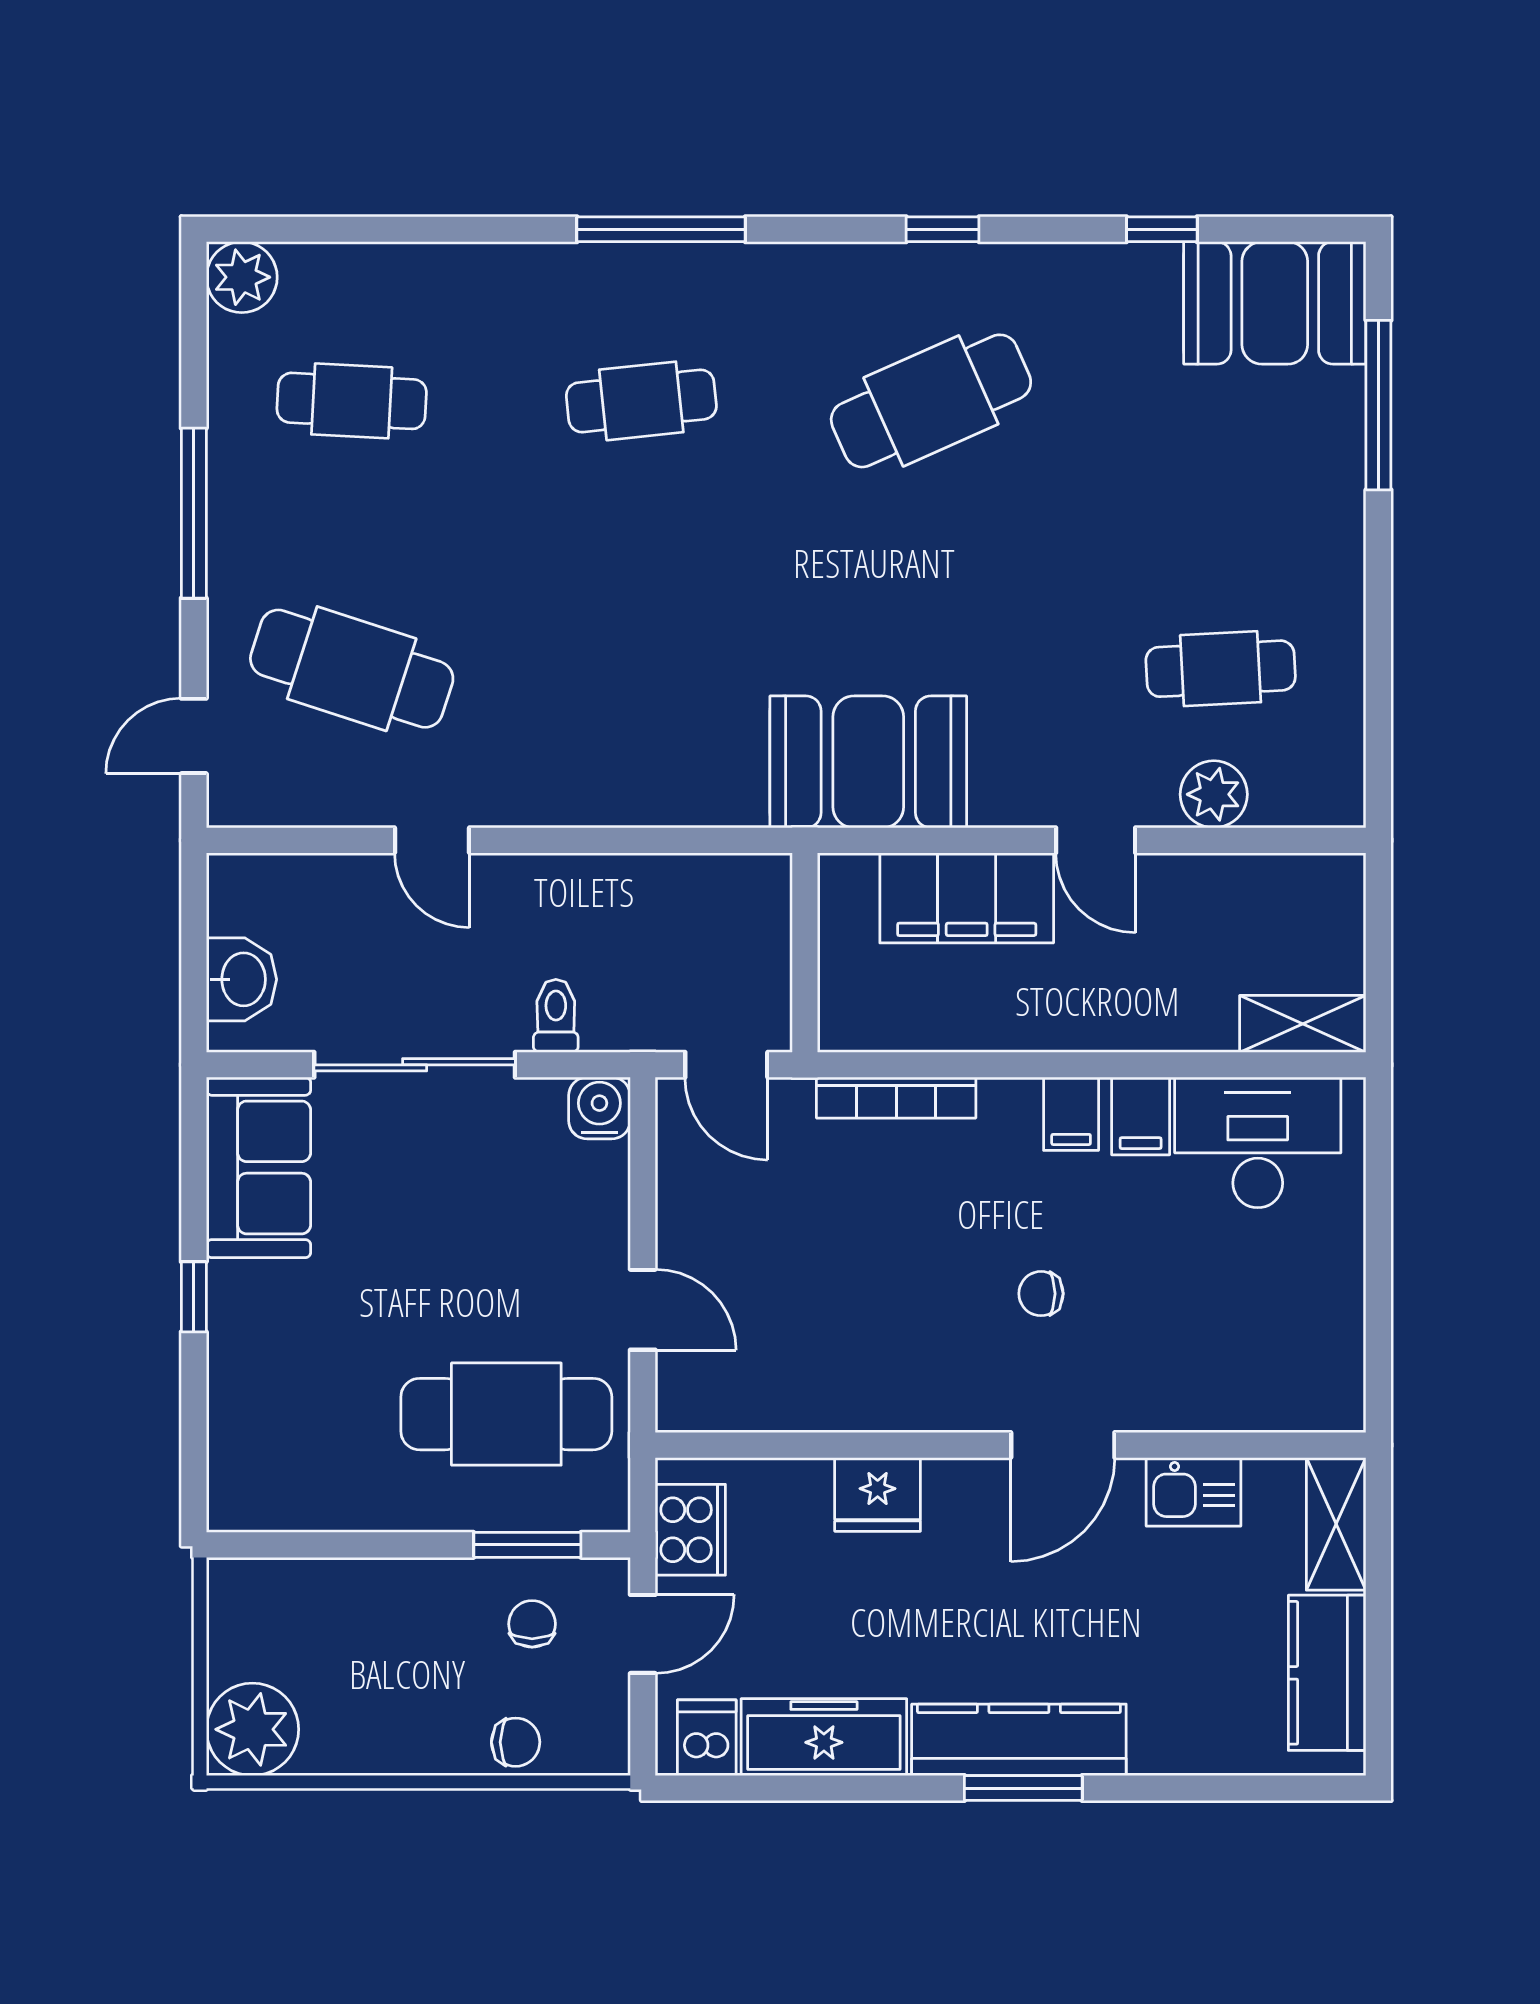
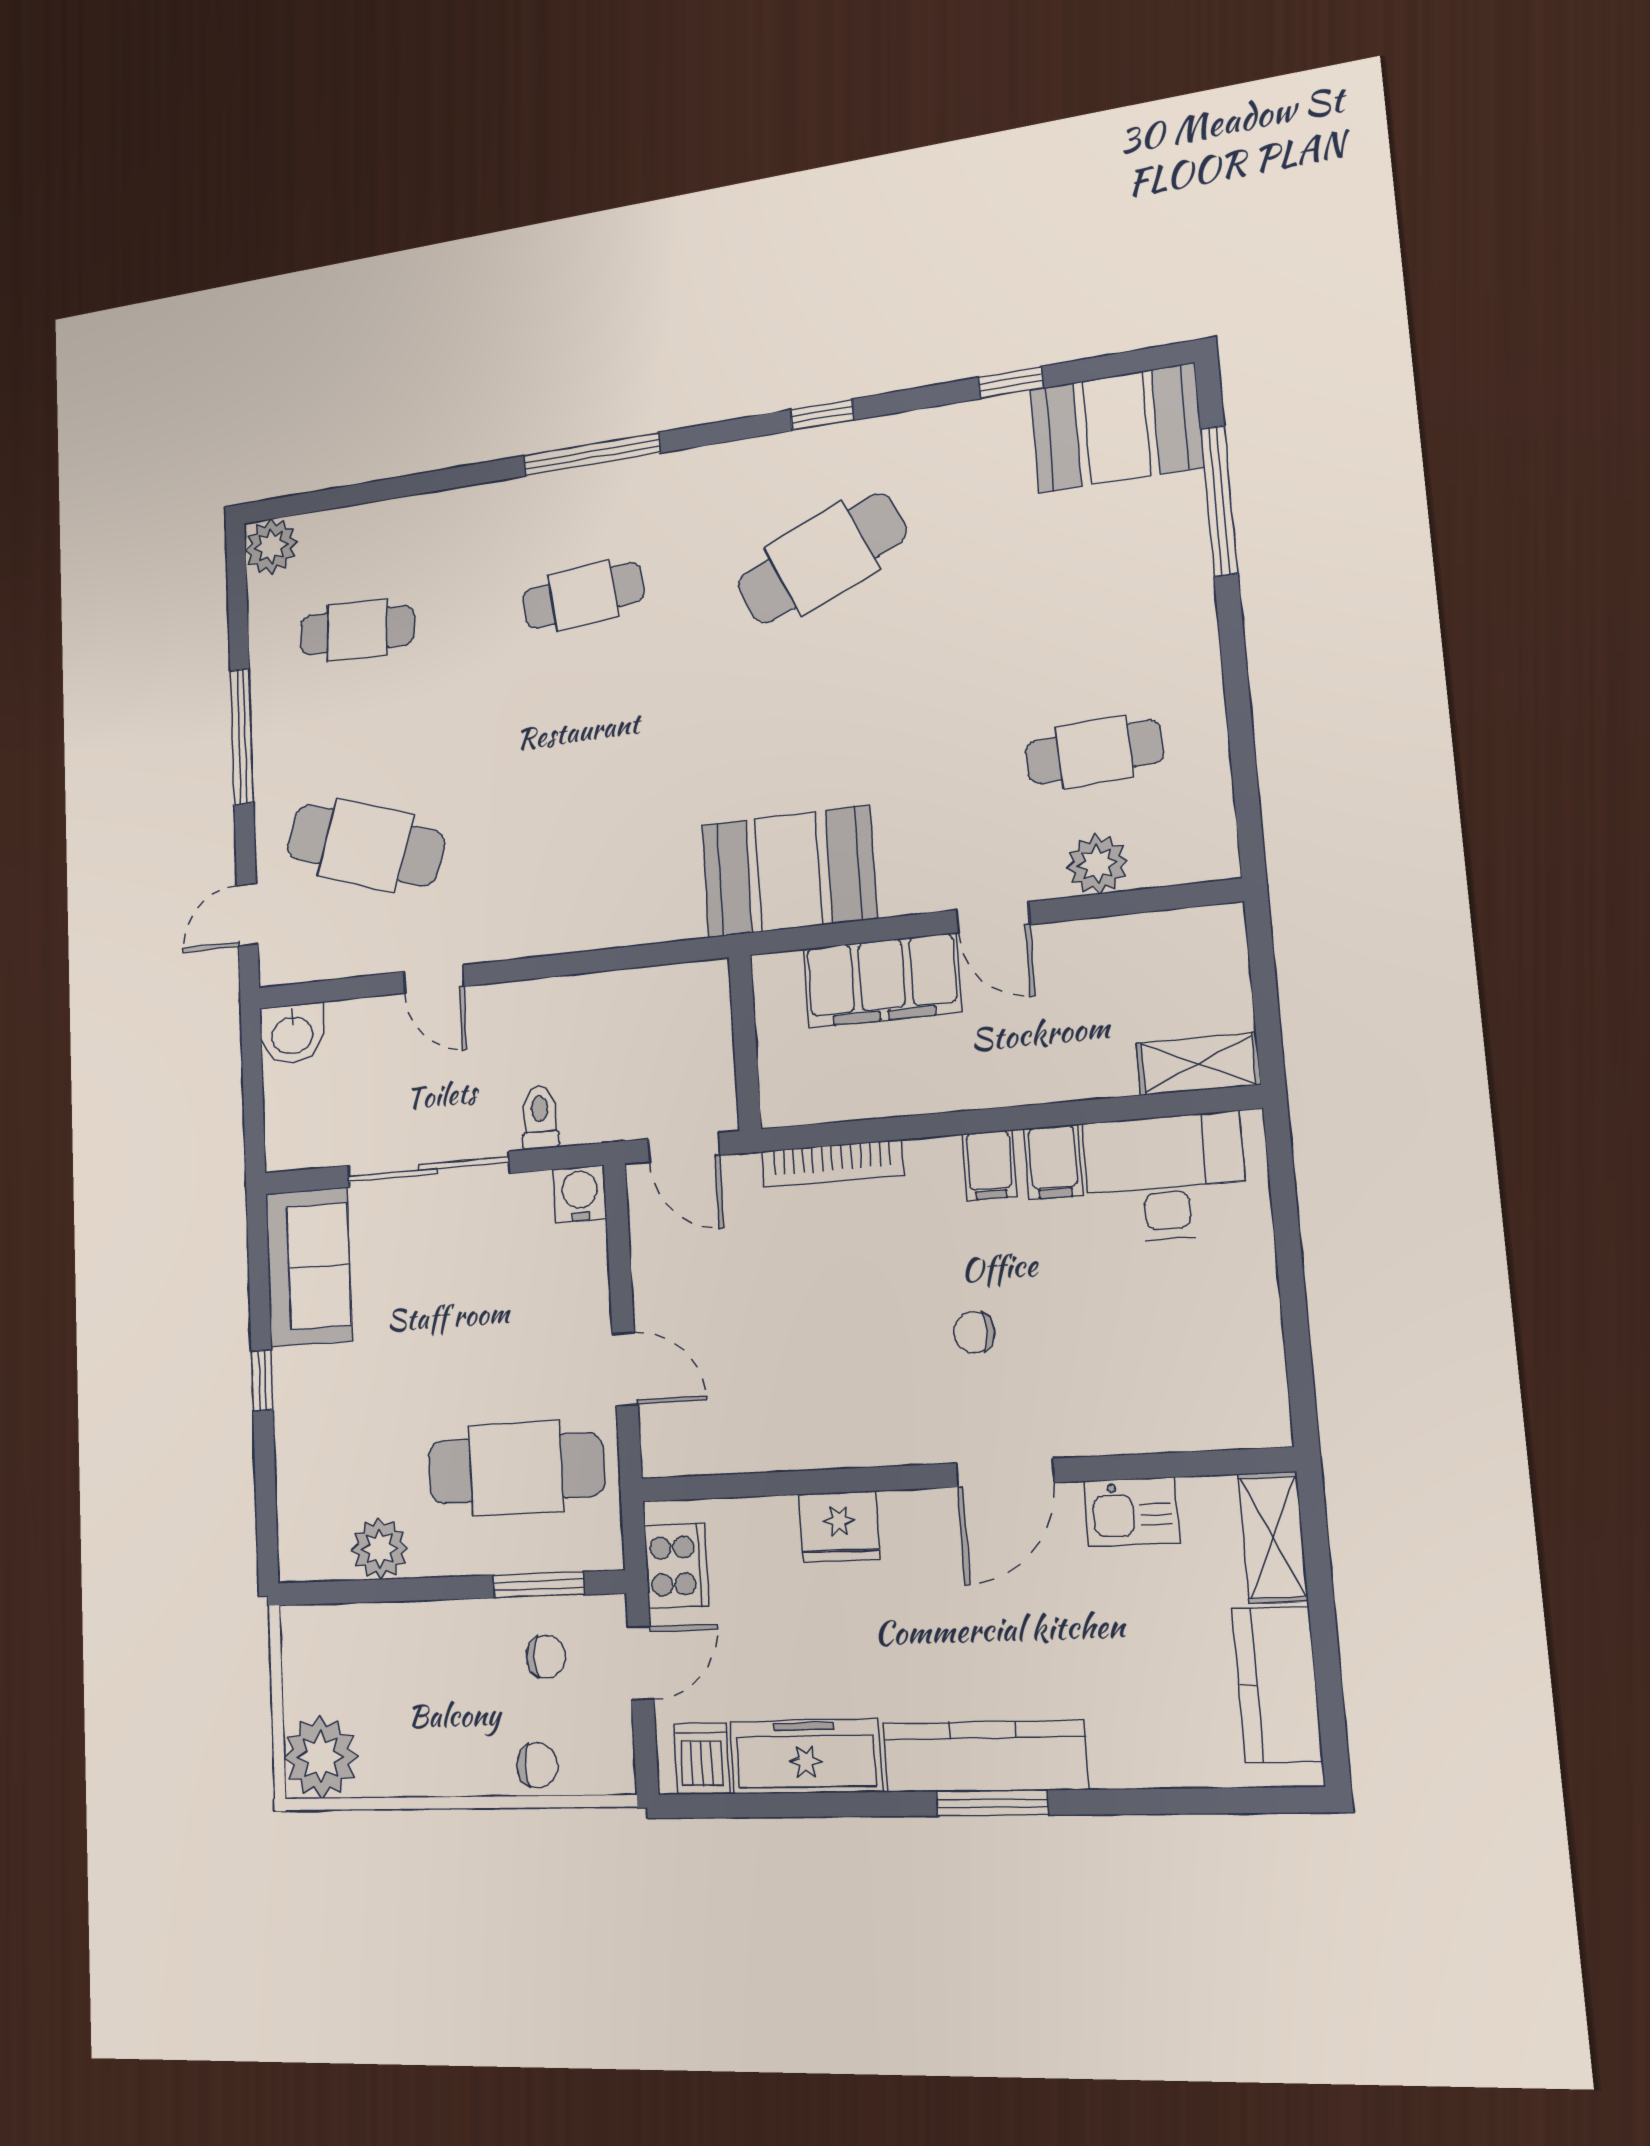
washbasin: (241, 979) -> (292, 1034), moved, turned 90
plant: (336, 1497) -> (380, 1548), added
chair: (532, 1624) -> (546, 1656), turned 90

